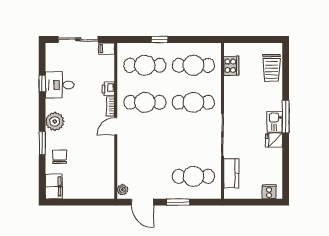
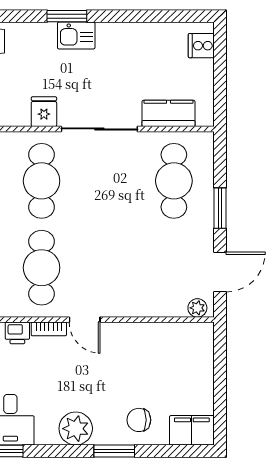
window: (286, 117) -> (67, 16), width x0.69
fridge: (274, 140) -> (44, 112), moved, turned 180

